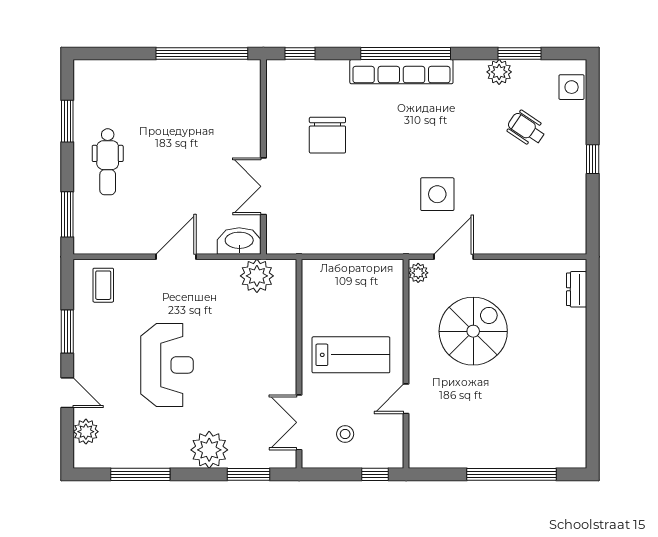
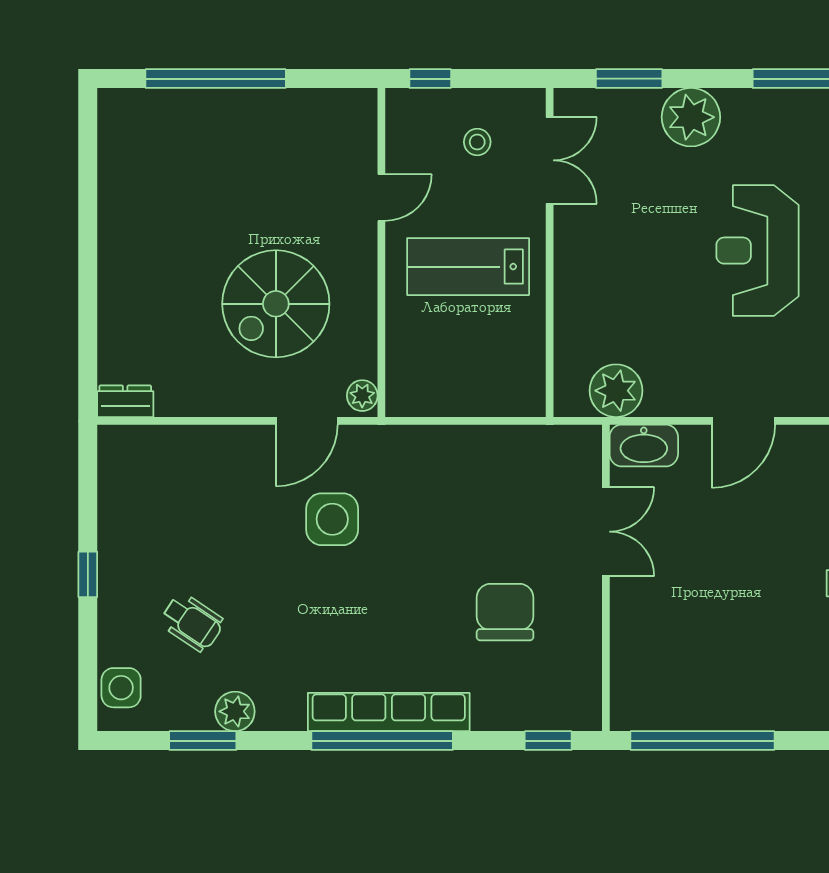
dresser: (577, 289) -> (125, 401), moved, turned -90

